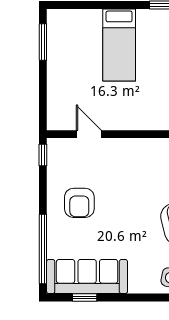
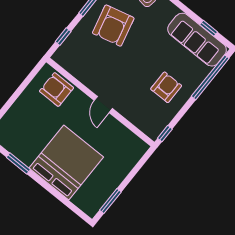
bed: (119, 45) -> (66, 163), width x2.04
door: (89, 134) -> (103, 104), moved

